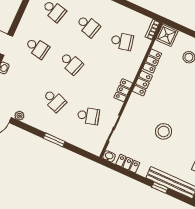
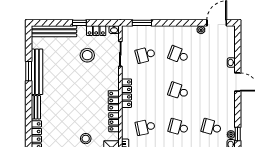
school desk: (37, 48) -> (211, 91), removed
locker: (123, 90) -> (127, 93), width x1.53
stool: (164, 131) -> (87, 55), moved
window: (54, 140) -> (142, 23), moved
window: (160, 188) -> (79, 23), moved

